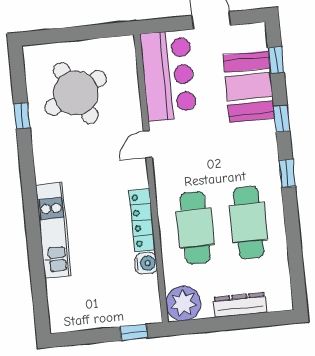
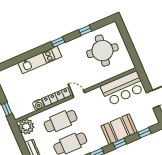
booth: (249, 87) -> (119, 129), moved
round table: (76, 93) -> (102, 51), turned 36
door: (148, 144) -> (79, 94), moved
window: (28, 180) -> (58, 42), added

